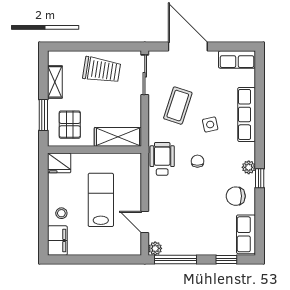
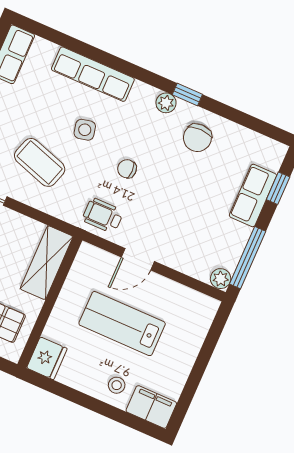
wheelchair: (162, 159) -> (103, 216), width x0.73, depth x0.73
door: (145, 222) -> (138, 259), moved
row of seats: (246, 234) -> (253, 196), moved, turned 90

